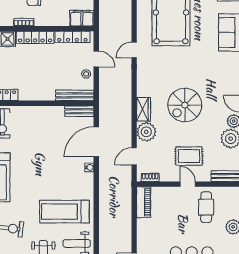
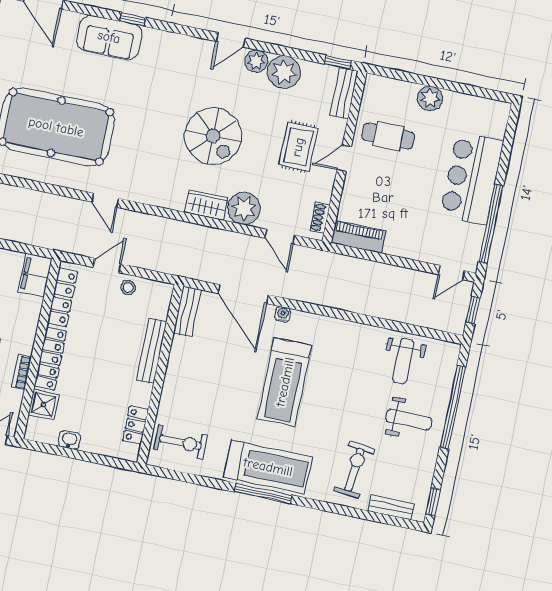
bench: (75, 95) -> (152, 351), moved
treadmill: (64, 212) -> (285, 382), moved

